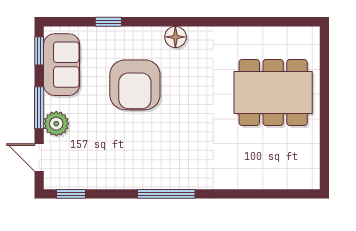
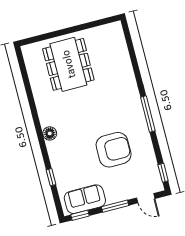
armchair: (135, 85) -> (114, 150), moved
plant: (56, 124) -> (122, 193), removed
door: (39, 158) -> (146, 198), hinge flipped

